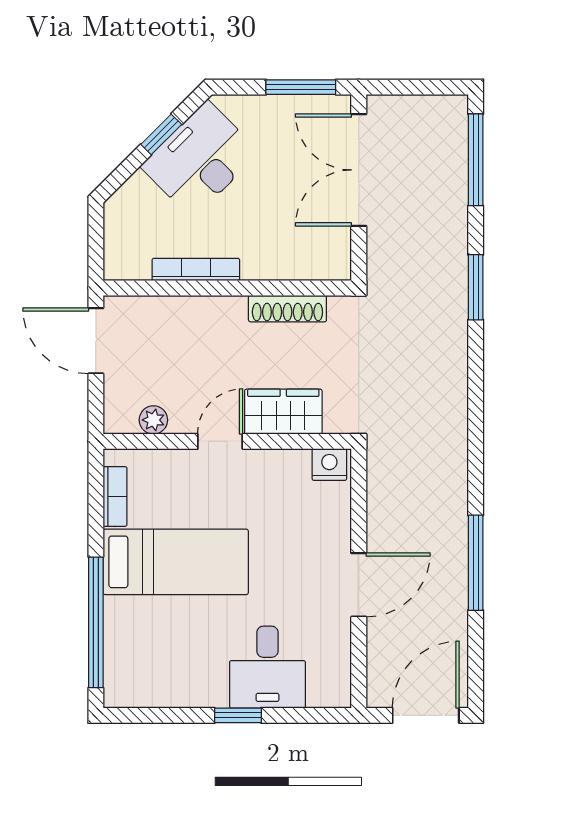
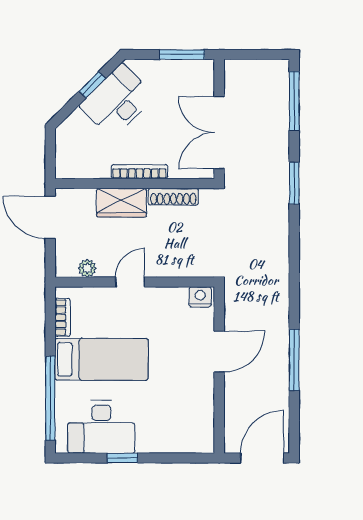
double door: (359, 170) -> (219, 133), moved
bookcase: (196, 269) -> (139, 172), moved
wardrobe: (283, 412) -> (122, 203), moved, turned 180
door: (359, 585) -> (219, 351), moved
desk: (267, 667) -> (101, 427), moved, width x1.37
window: (238, 715) -> (122, 458), moved

